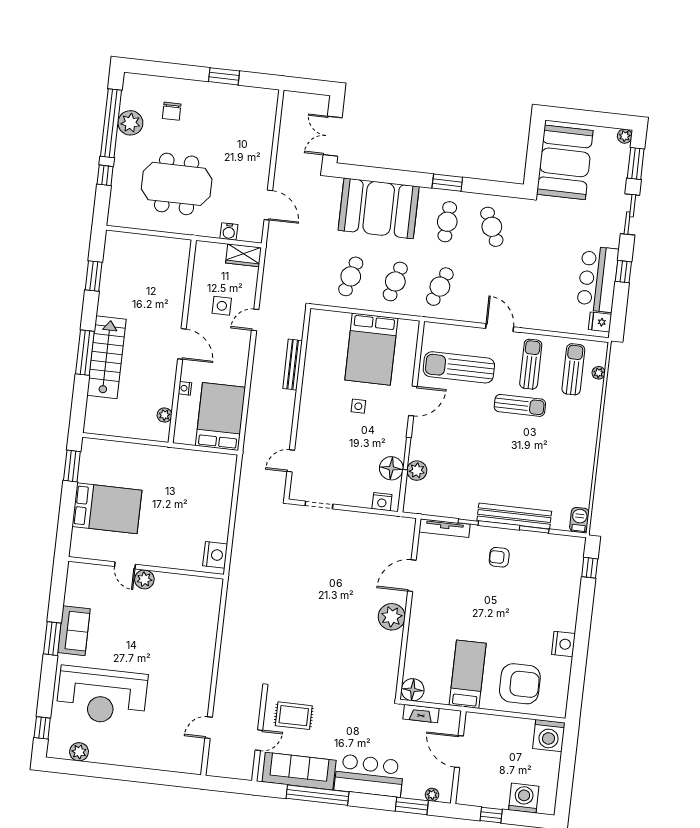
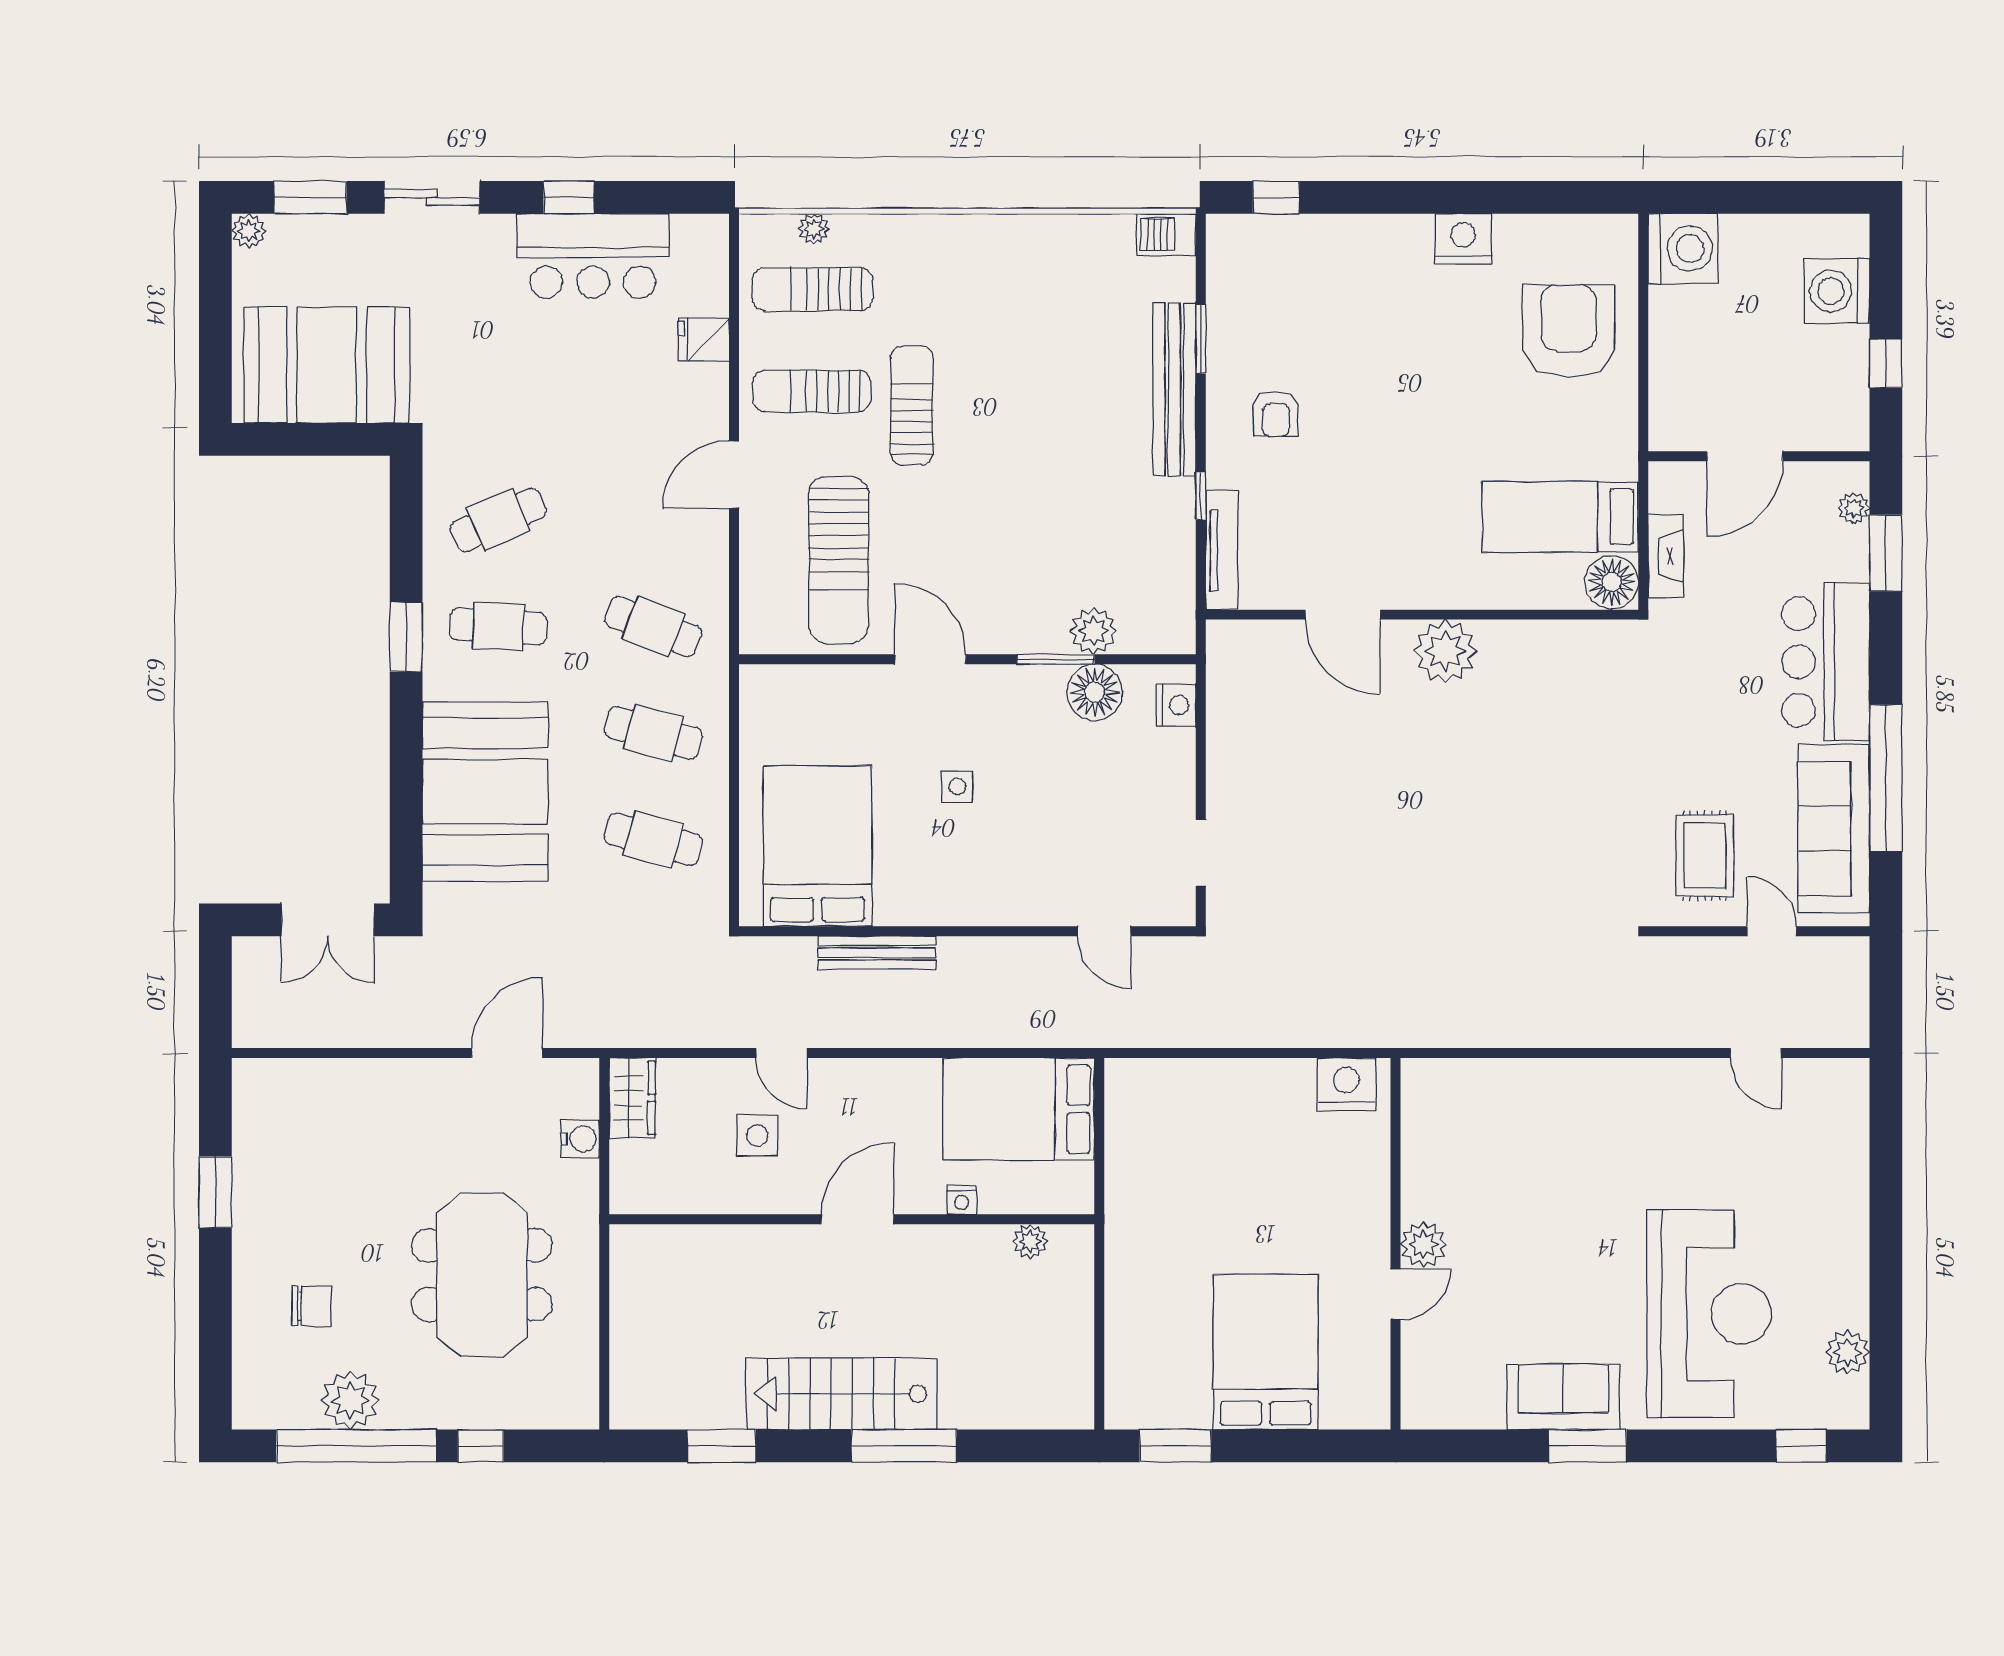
fridge: (600, 322) -> (704, 340), moved, turned 90
bed: (371, 349) -> (818, 846), moved, turned -90
stairs: (106, 357) -> (841, 1394), moved
bed: (468, 674) -> (1560, 517), moved

